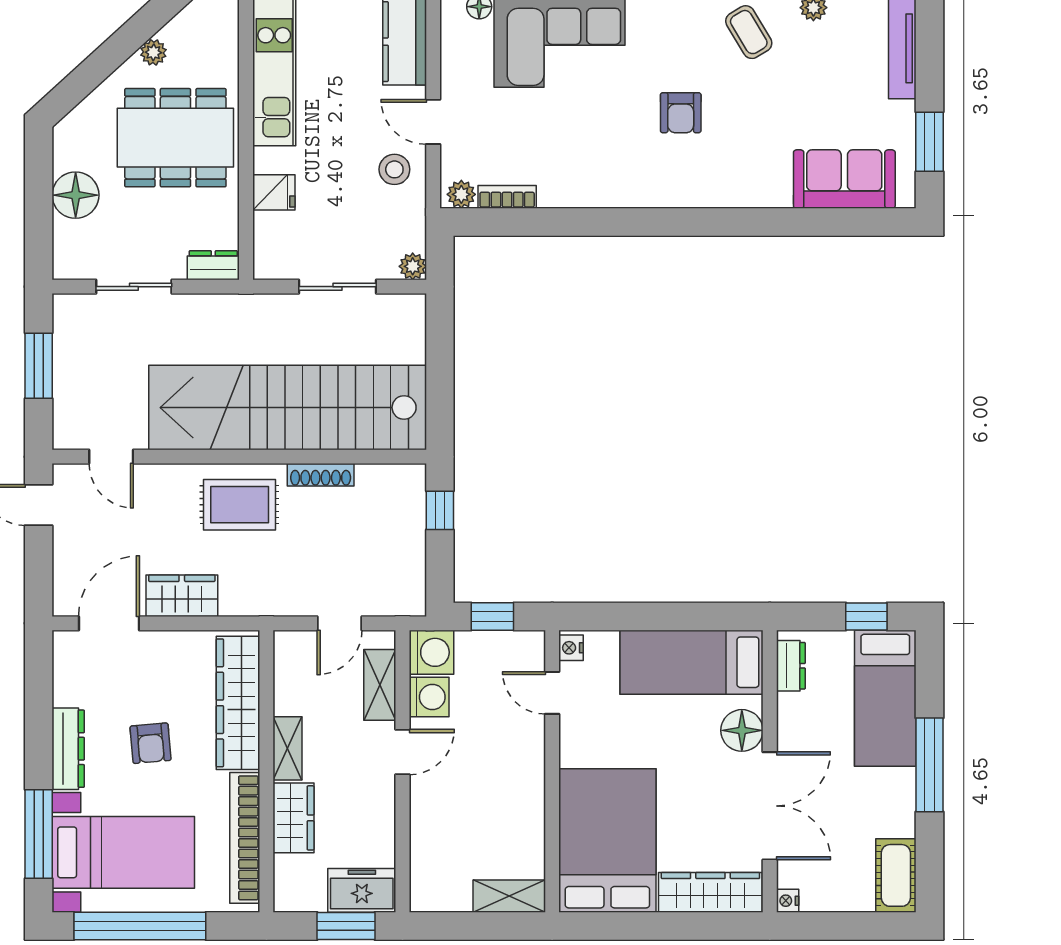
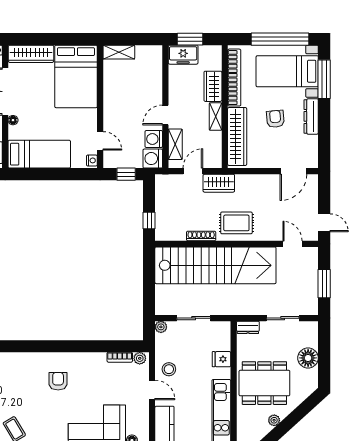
armchair: (681, 113) -> (58, 381), moved
wardrobe: (182, 596) -> (219, 183), moved
floor lamp: (742, 730) -> (13, 120), width x0.53, depth x0.53

